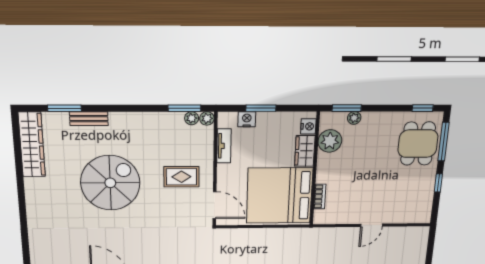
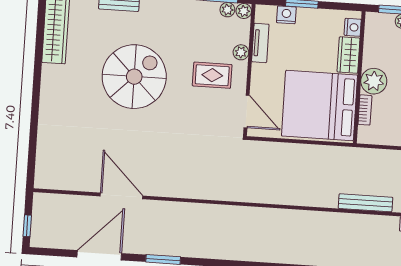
plant: (330, 141) -> (374, 81), moved
plant: (206, 155) -> (241, 52), added

